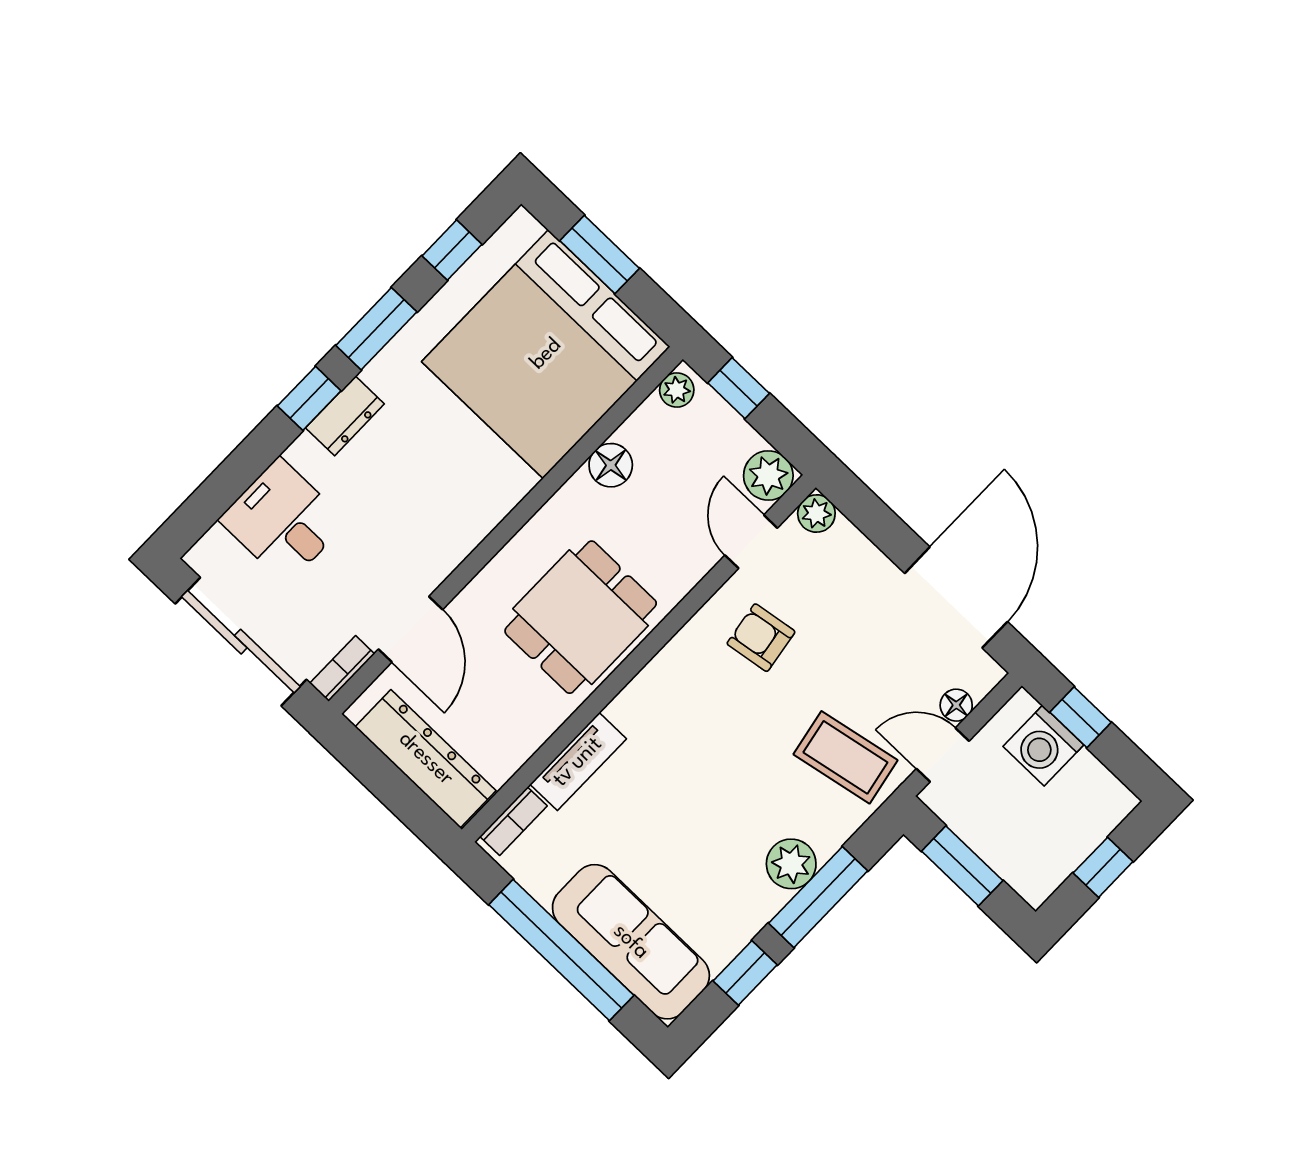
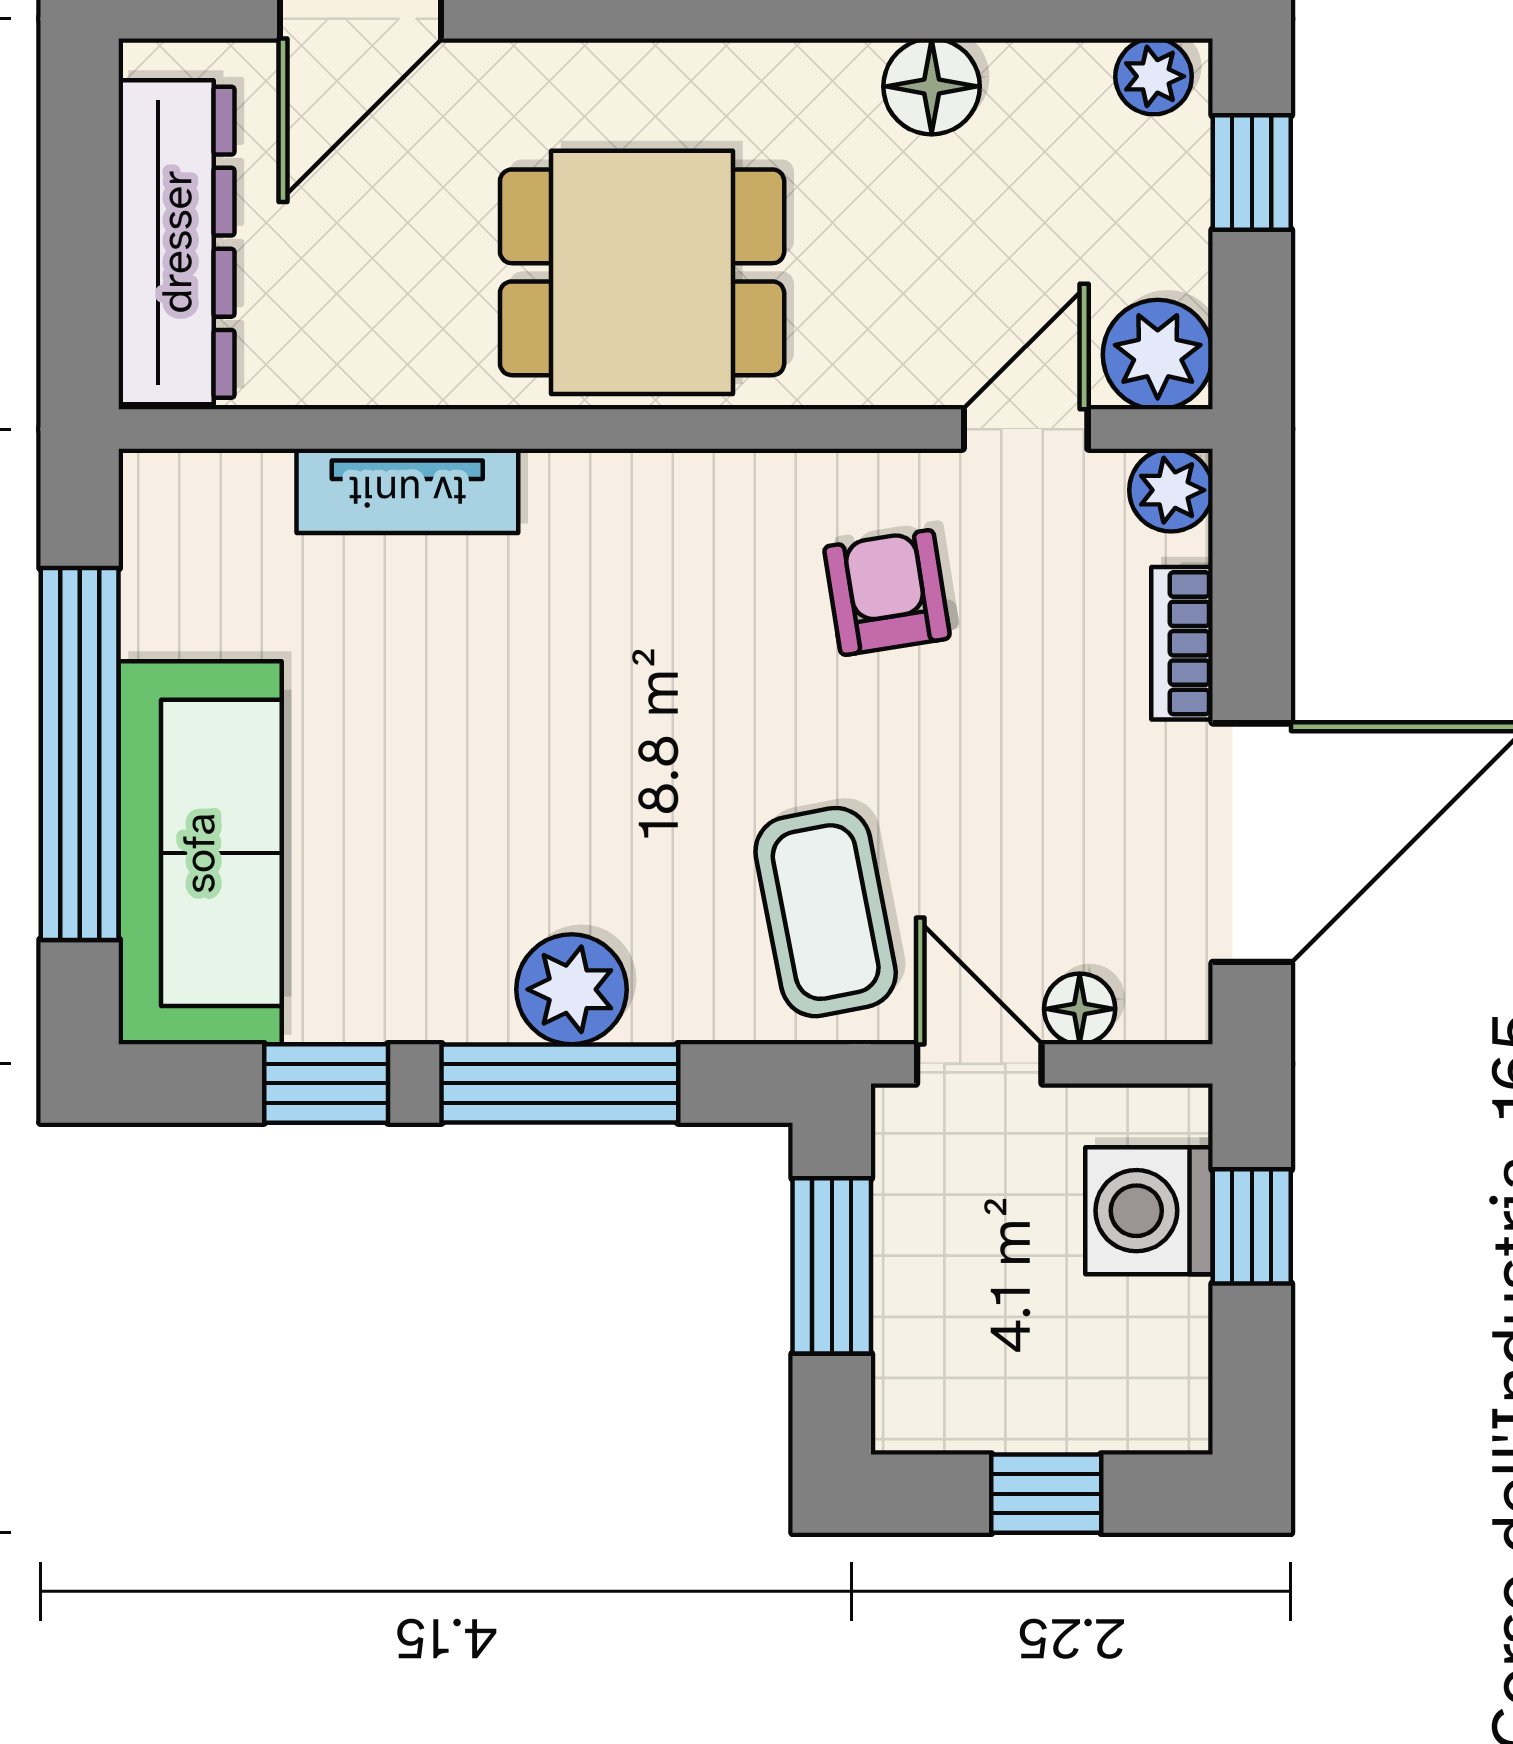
bookcase: (514, 821) -> (1182, 643), moved, turned 90

